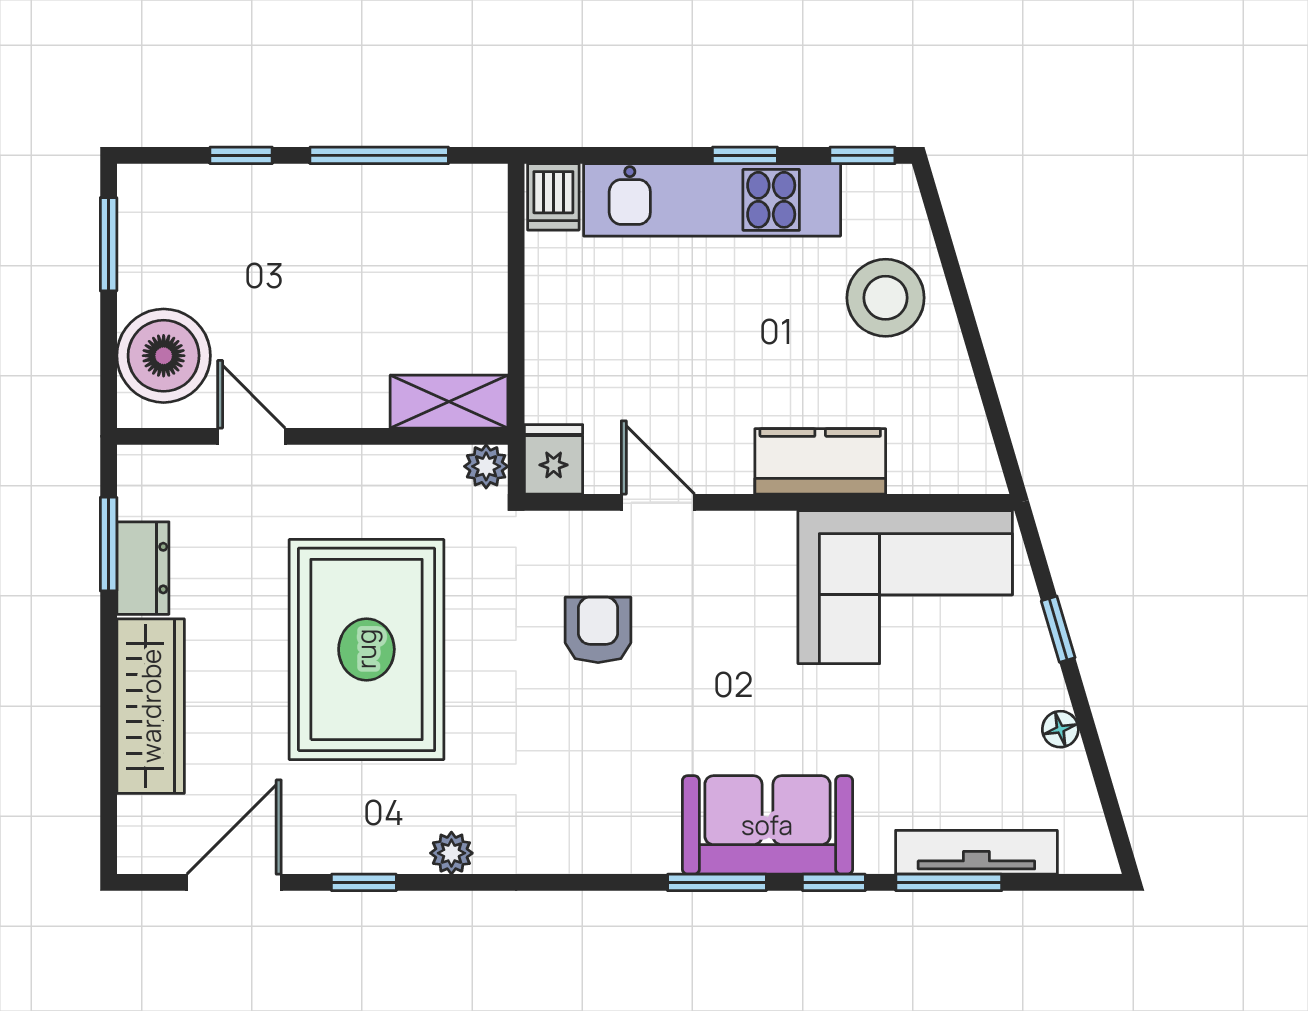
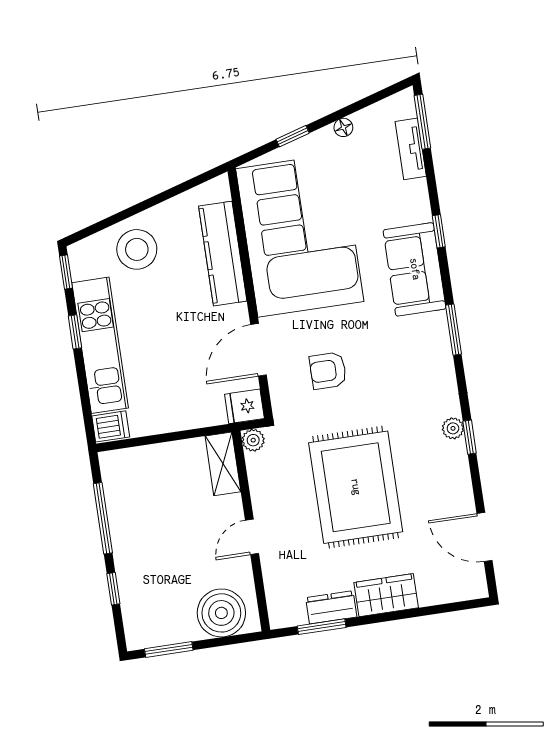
door: (251, 436) -> (252, 537), moved
kitchen counter: (820, 461) -> (223, 254), width x1.50
door: (658, 502) -> (258, 350), width x1.38
corner sofa: (905, 587) -> (300, 235), width x1.36, depth x1.36
rug: (366, 649) -> (356, 487), turned 90
wardrobe: (151, 706) -> (386, 595), width x0.67
tv unit: (976, 852) -> (411, 149), width x0.71
window: (364, 882) -> (470, 437), moved
window: (717, 882) -> (453, 330), moved
window: (949, 882) -> (422, 122), moved

